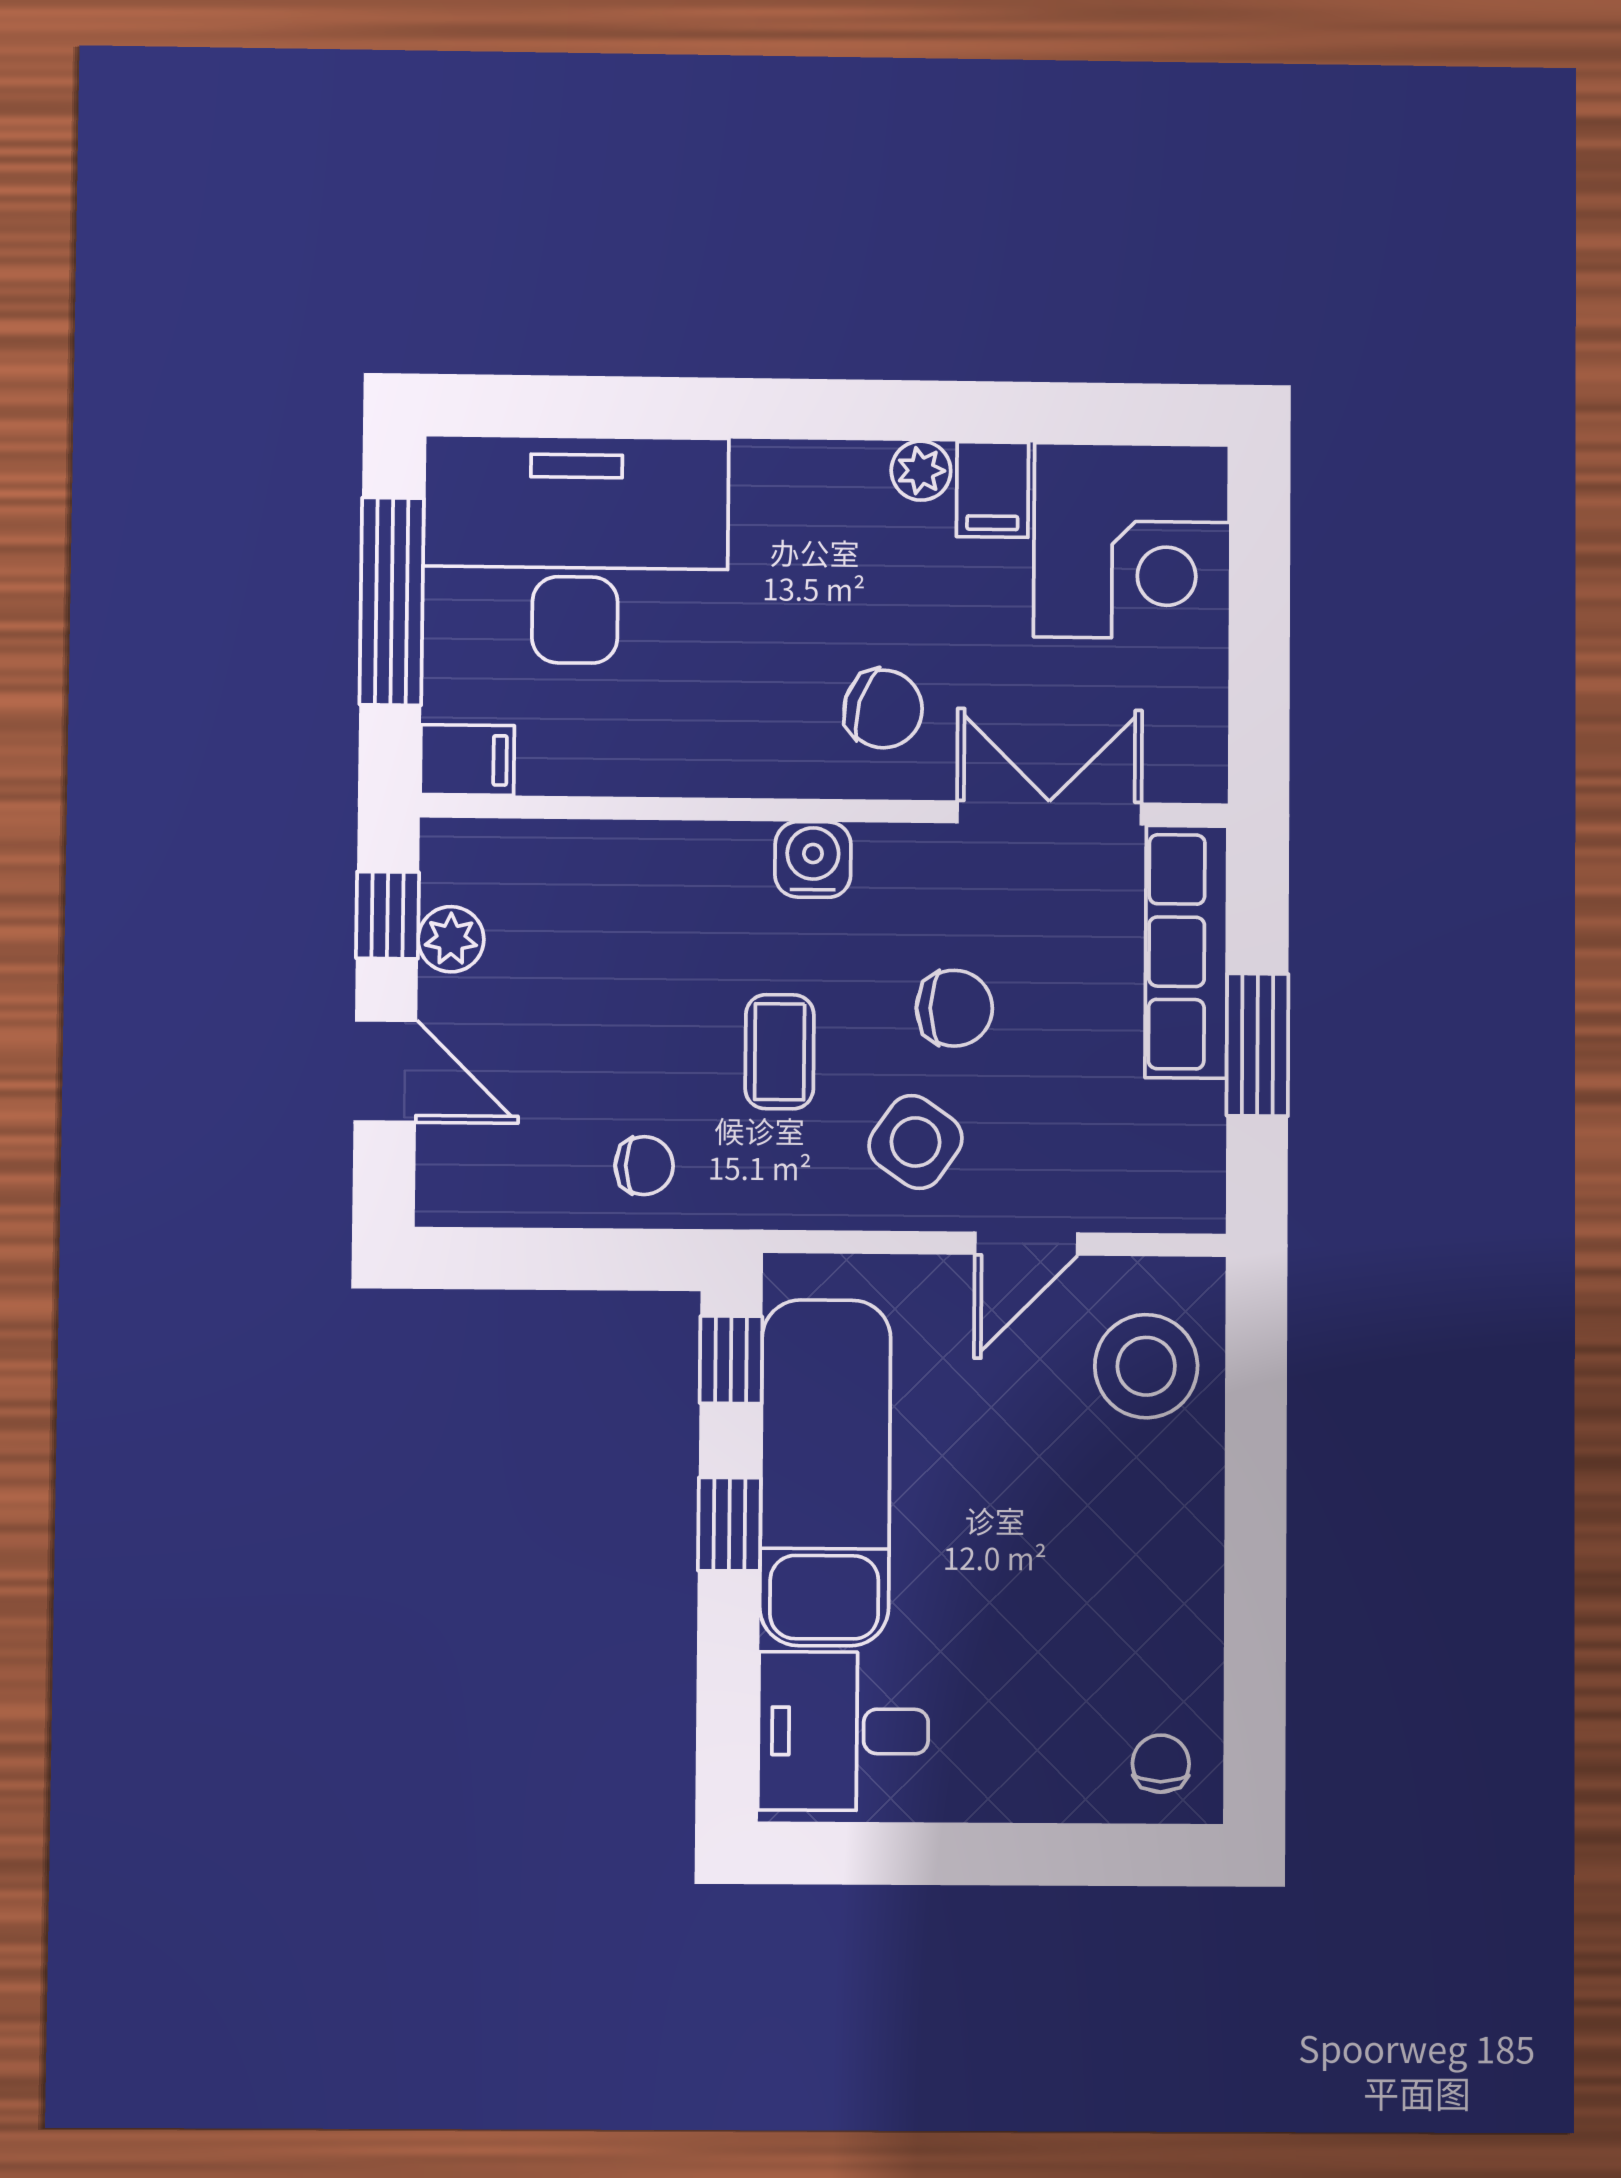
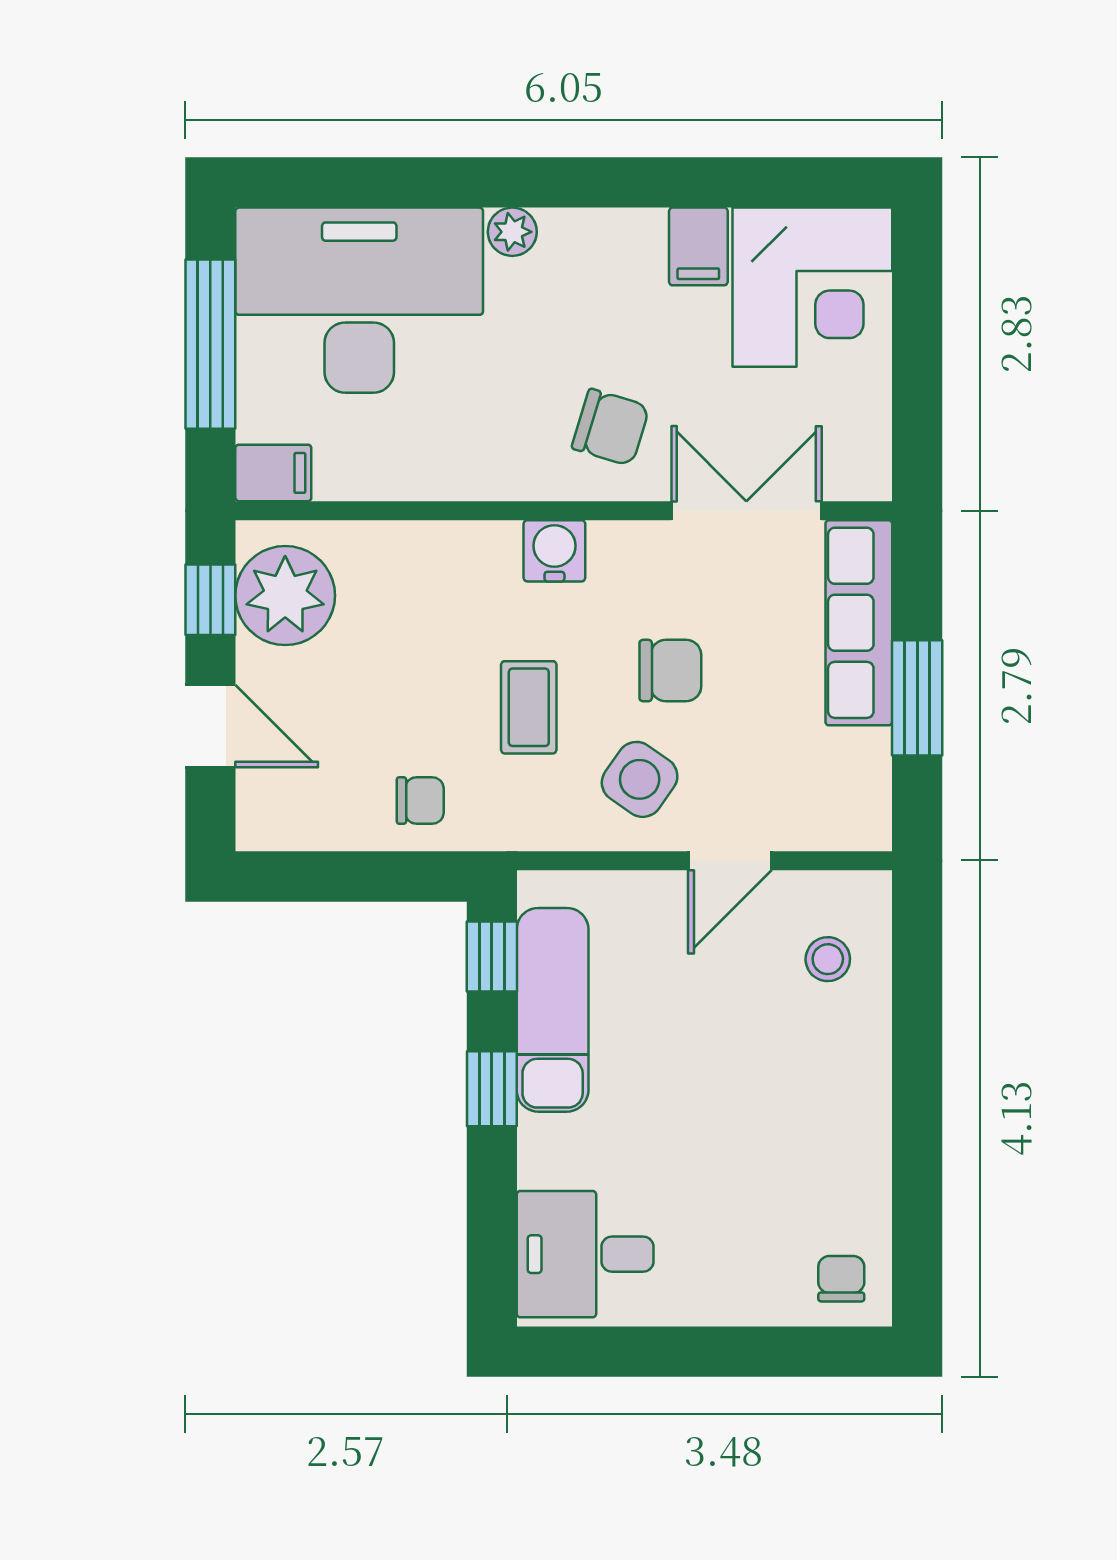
plant: (921, 471) -> (512, 232), moved
plant: (451, 939) -> (285, 596), width x1.87, depth x1.87
stool: (1146, 1366) -> (828, 959), width x0.53, depth x0.53
exam couch: (825, 1473) -> (553, 1010), width x0.73, depth x0.69

